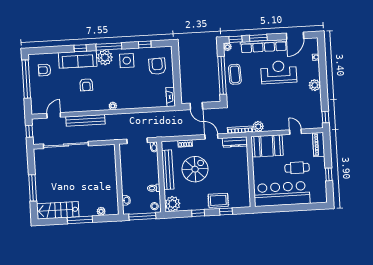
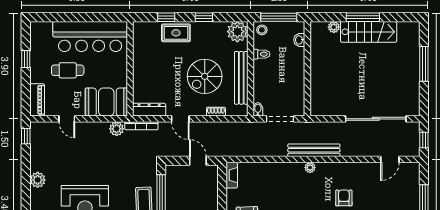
bench: (85, 120) -> (314, 150), moved
stairs: (58, 210) -> (369, 32), moved

